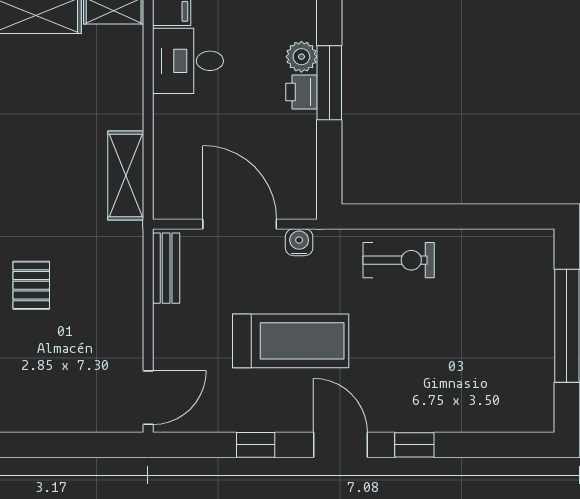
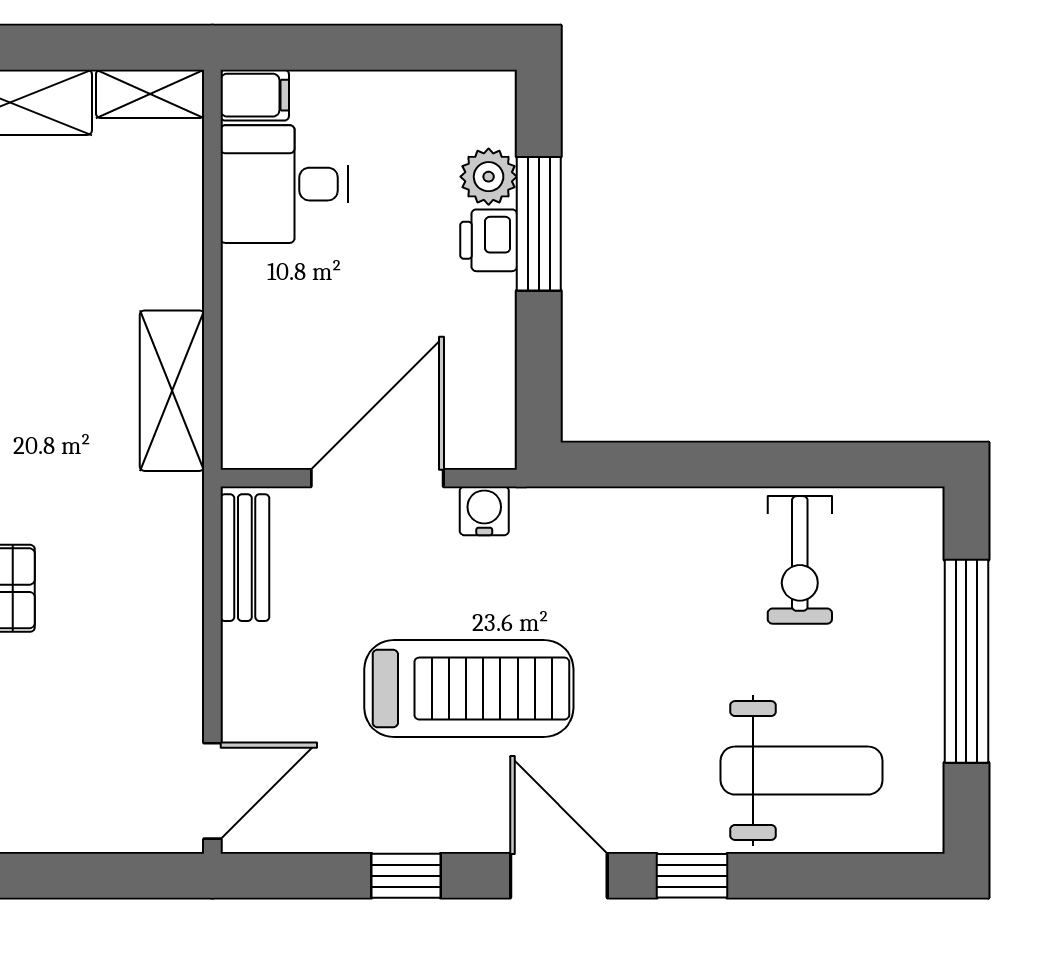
door: (240, 224) -> (377, 478), hinge flipped
exercise bike: (399, 260) -> (800, 560), moved, turned 90
weight bench: (475, 386) -> (802, 771), added

